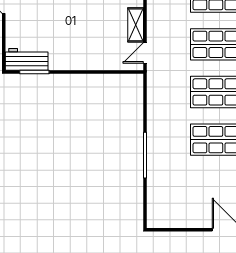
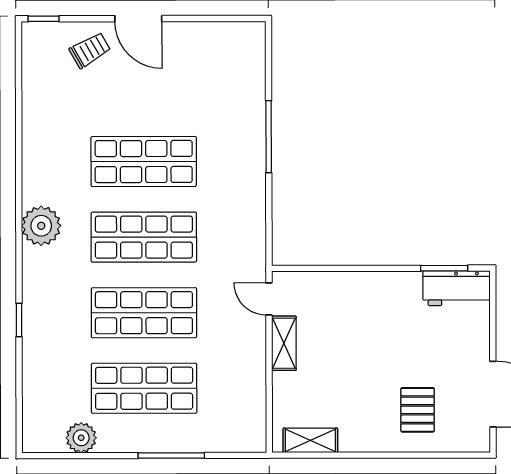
door: (145, 53) -> (269, 299), swing flipped

